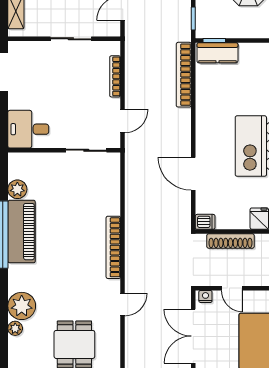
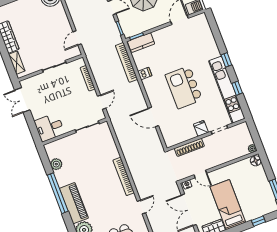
dishwasher: (205, 222) -> (145, 74), moved
piano: (22, 232) -> (74, 203), moved

